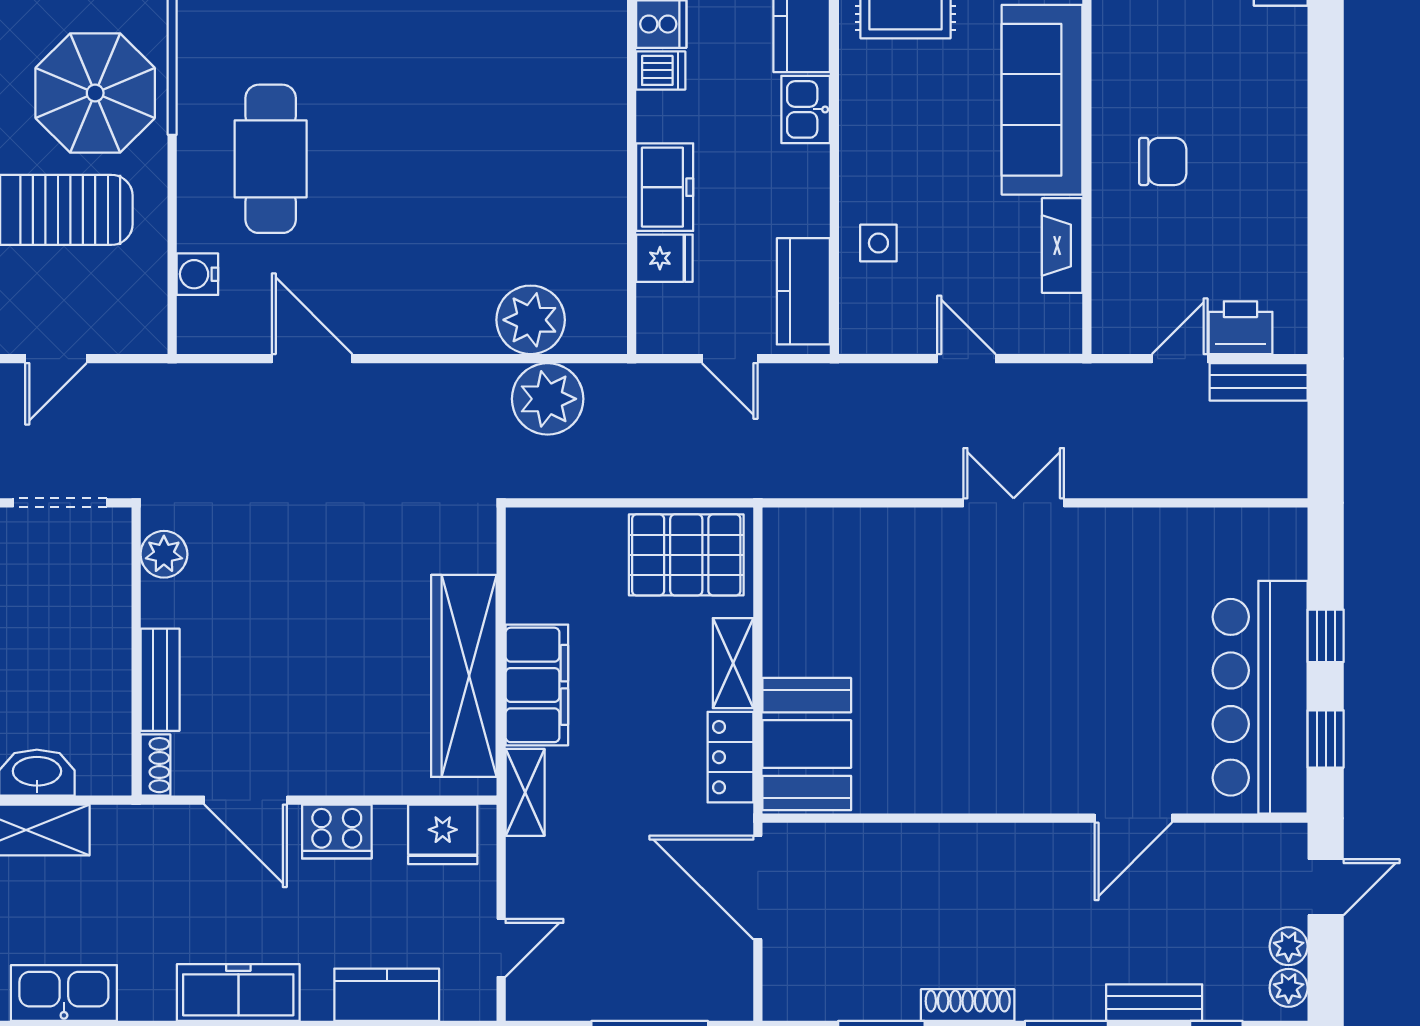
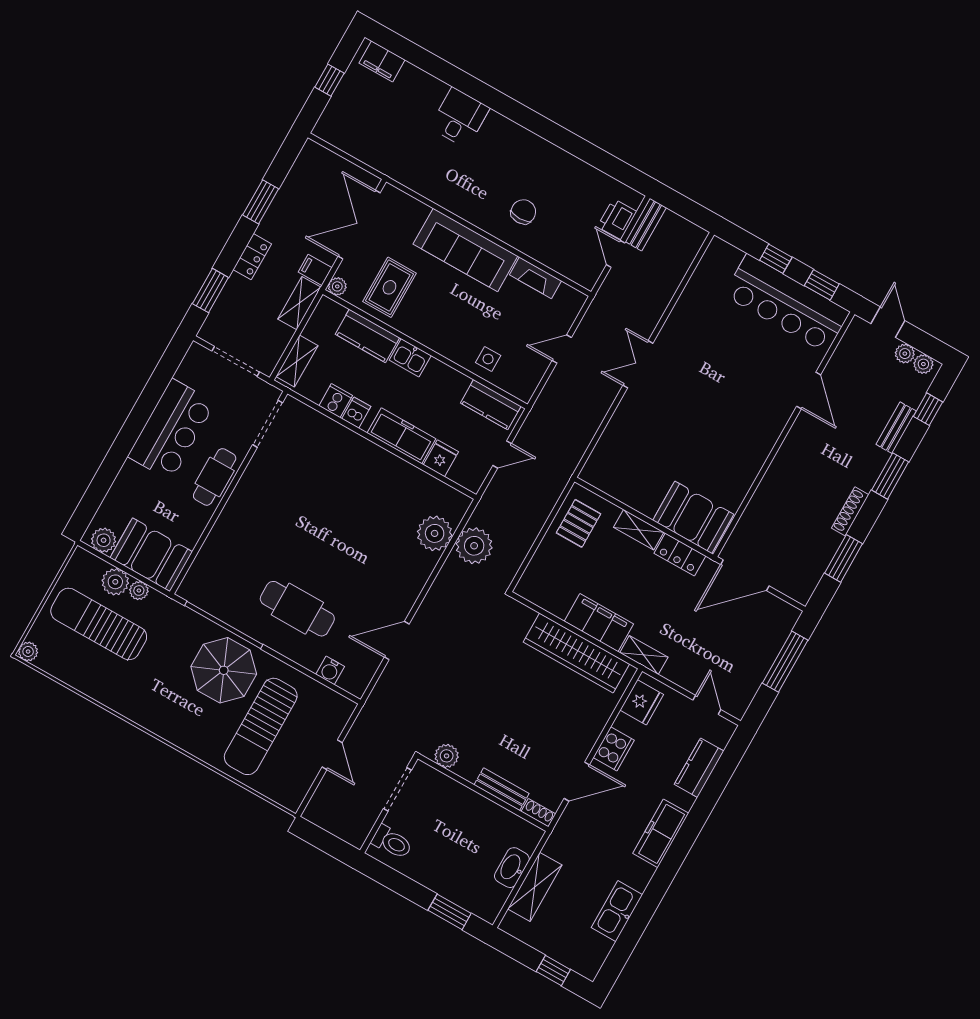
freezer: (665, 187) -> (401, 436), width x1.40
pallet: (686, 555) -> (579, 523), width x0.67, depth x0.71

